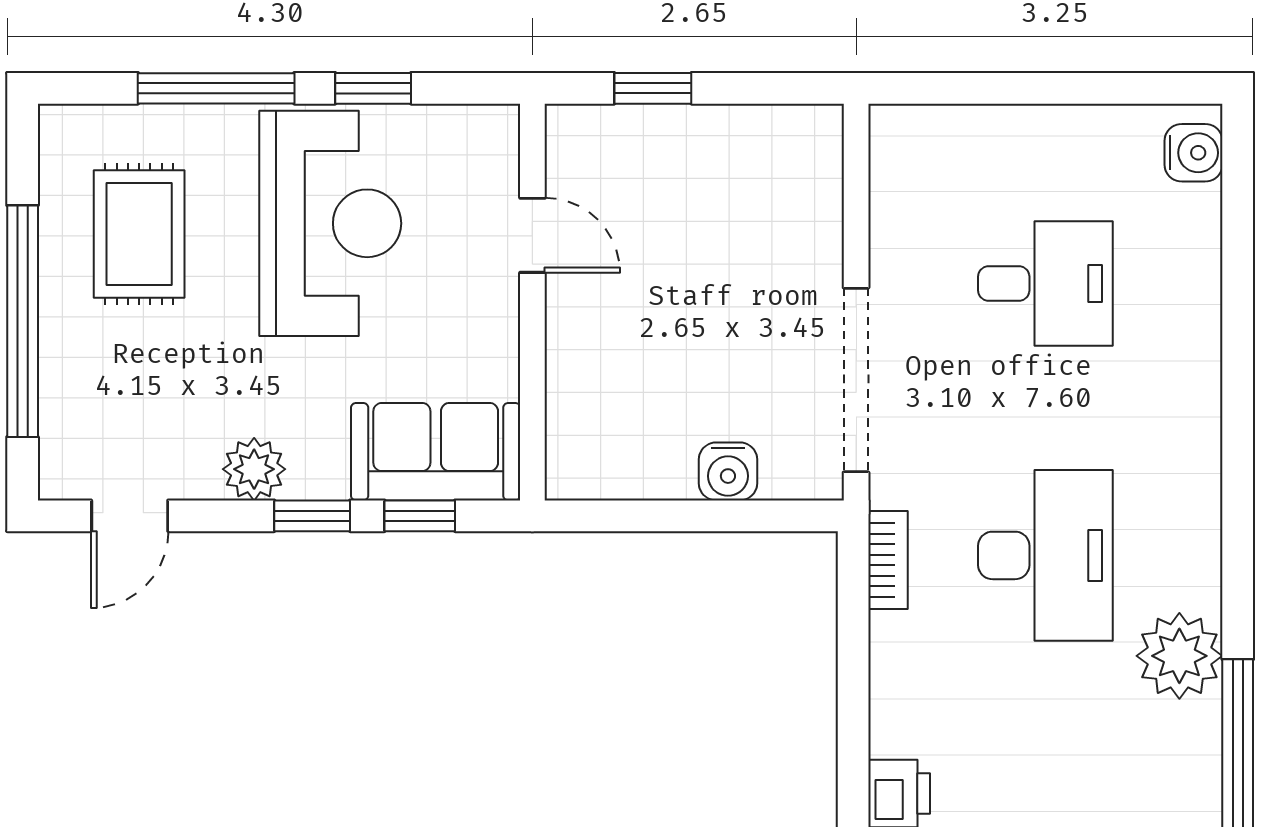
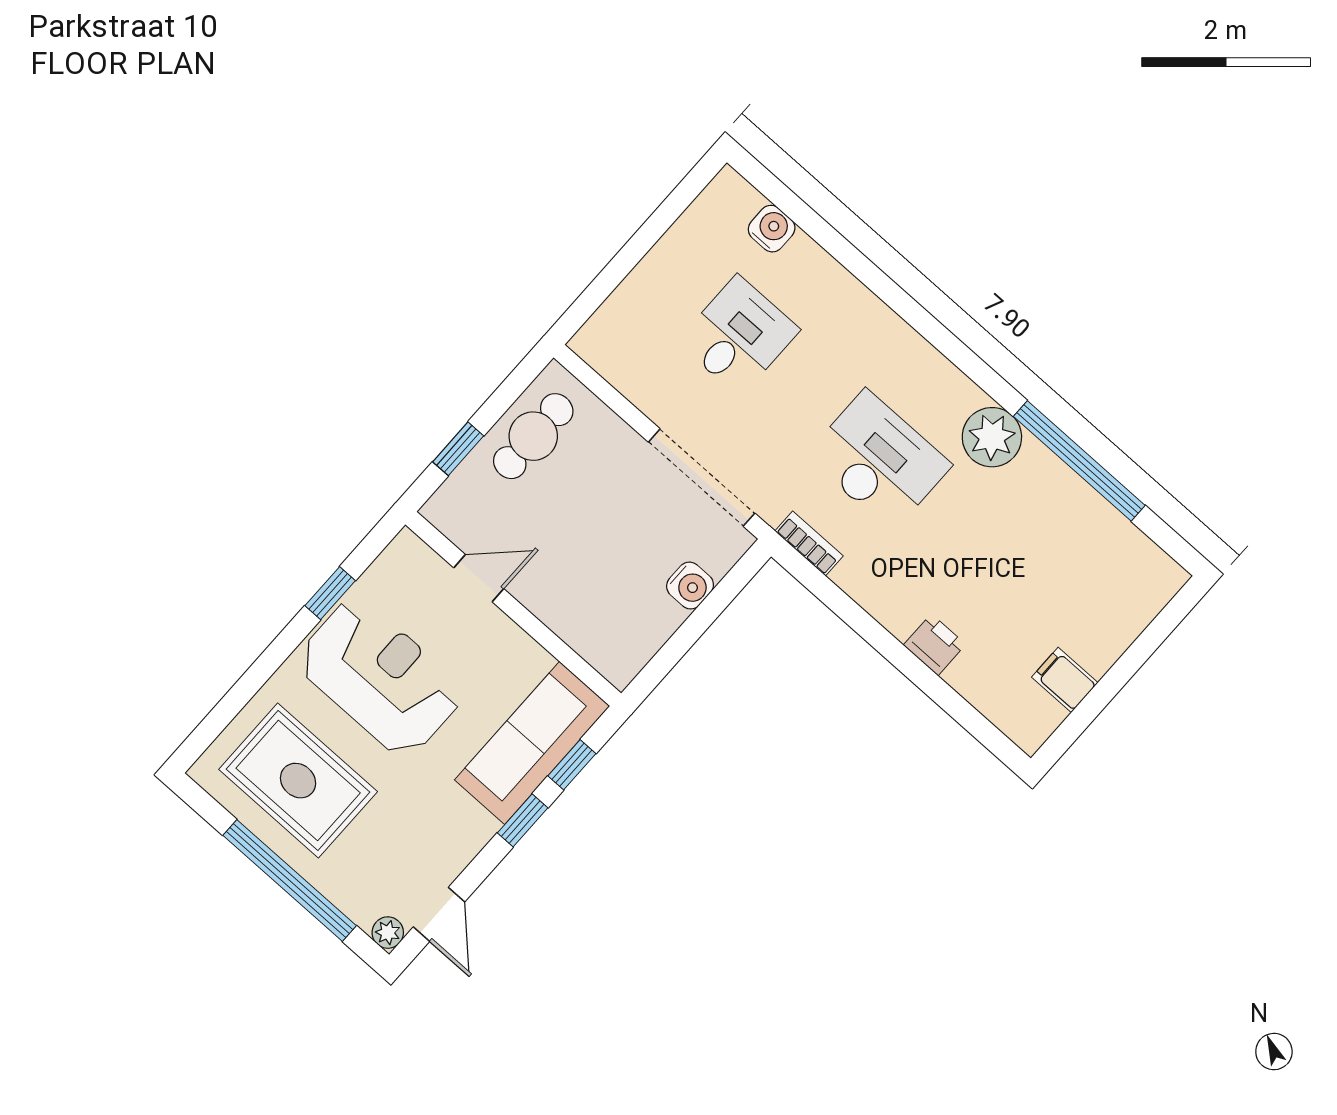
window: (216, 88) -> (258, 674), removed
water cooler: (1194, 153) -> (772, 229), moved
cafe table: (739, 158) -> (533, 436), added
rug: (139, 234) -> (298, 781), width x1.36, depth x1.43
sofa: (436, 452) -> (532, 743), width x1.36
plant: (254, 469) -> (388, 933), moved, width x0.73, depth x0.73

